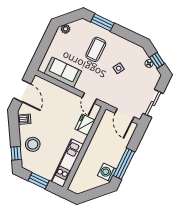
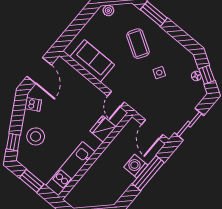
coffee table: (96, 49) -> (138, 44), turned -59
window: (124, 164) -> (148, 173), moved
washing machine: (107, 172) -> (136, 166), moved

